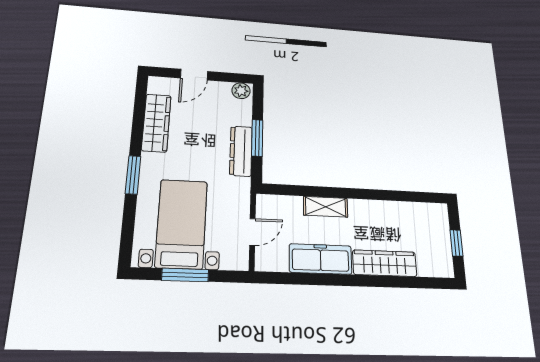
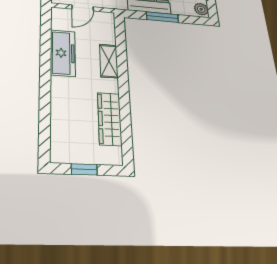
door: (252, 232) -> (83, 8), hinge flipped
wardrobe: (385, 263) -> (110, 119), moved, turned 180

